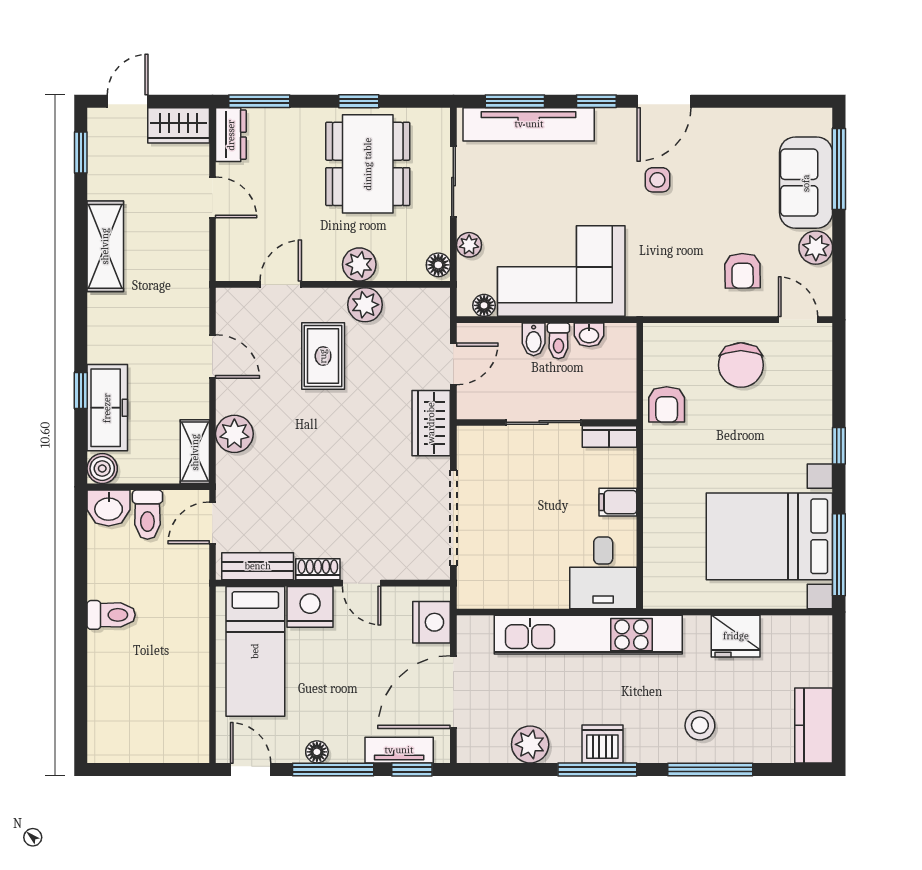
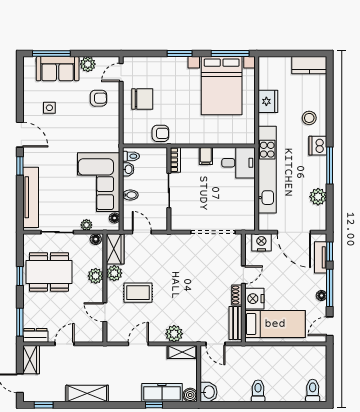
window: (515, 101) -> (20, 204), removed
side table: (657, 180) -> (49, 108), moved
toilet: (558, 341) -> (131, 156), moved
wardrobe: (431, 423) -> (115, 249), moved, turned -90
window: (839, 446) -> (180, 53), width x1.50
toilet: (147, 515) -> (313, 391), moved, turned -90
dishwasher: (602, 744) -> (318, 146), moved
window: (710, 769) -> (330, 113), removed

